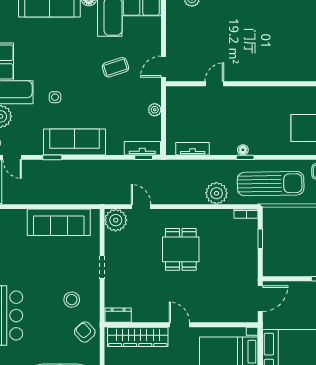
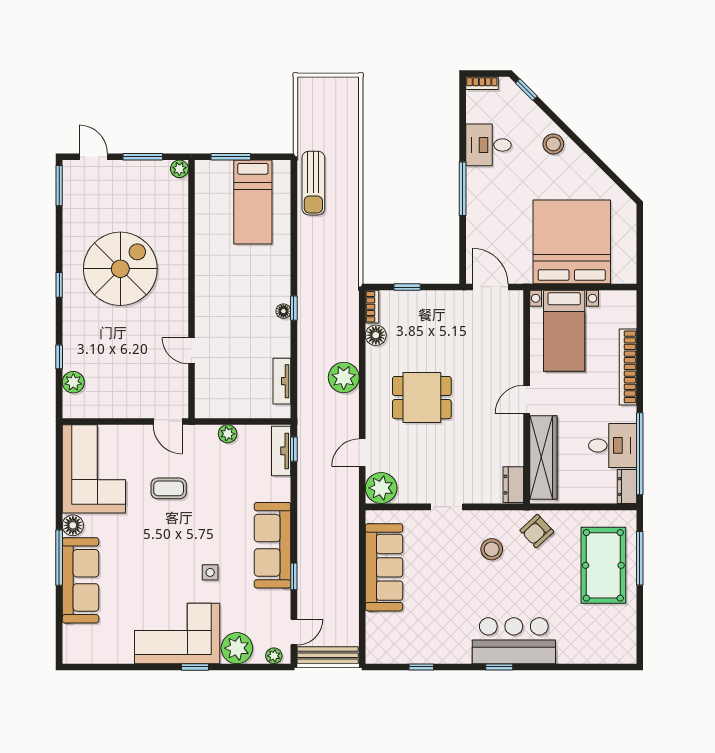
spiral stairs: (273, 33) -> (120, 269), added
coffee table: (115, 67) -> (169, 488), turned -72
sun lounger: (271, 184) -> (330, 273), removed
plant: (216, 193) -> (344, 377), moved
floor lamp: (226, 216) -> (376, 335), added

